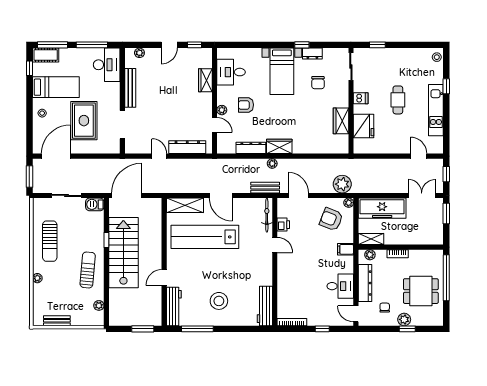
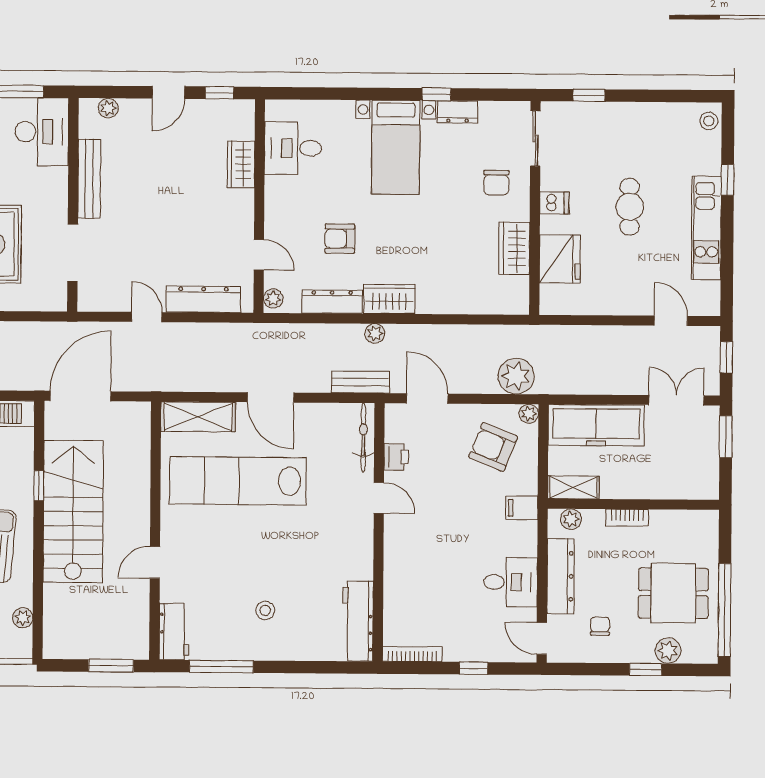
chair: (318, 83) -> (496, 183), moved
armchair: (246, 105) -> (340, 239), moved
plant: (222, 110) -> (273, 299), moved
window: (446, 278) -> (725, 610), moved
stool: (219, 301) -> (265, 610), width x0.53, depth x0.53
workbench: (174, 307) -> (174, 632), width x0.73
plant: (404, 319) -> (668, 651), moved

